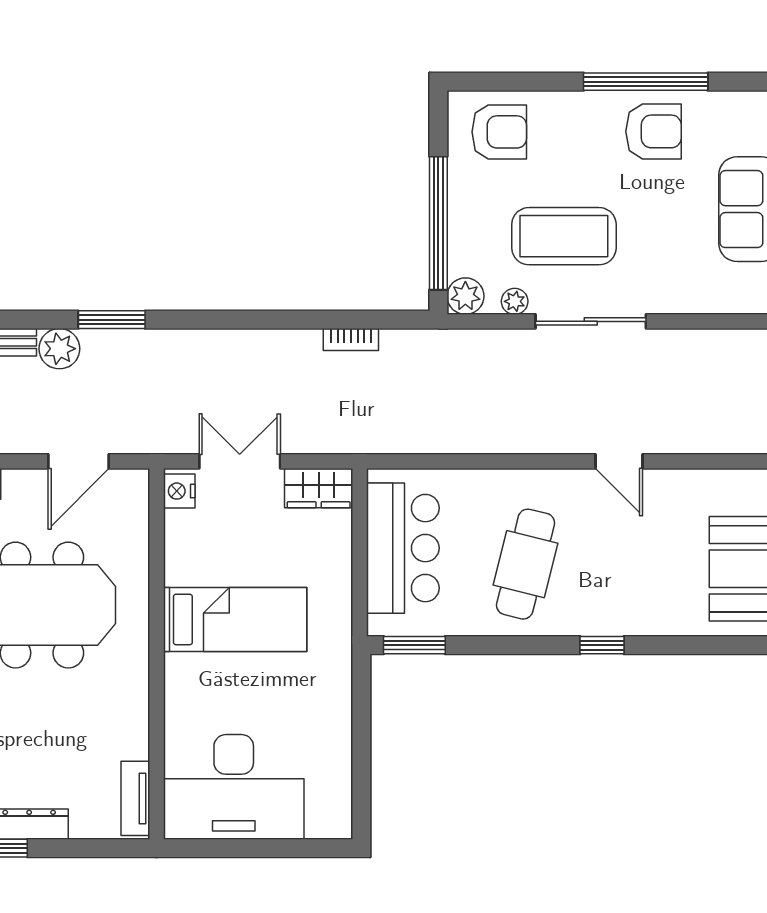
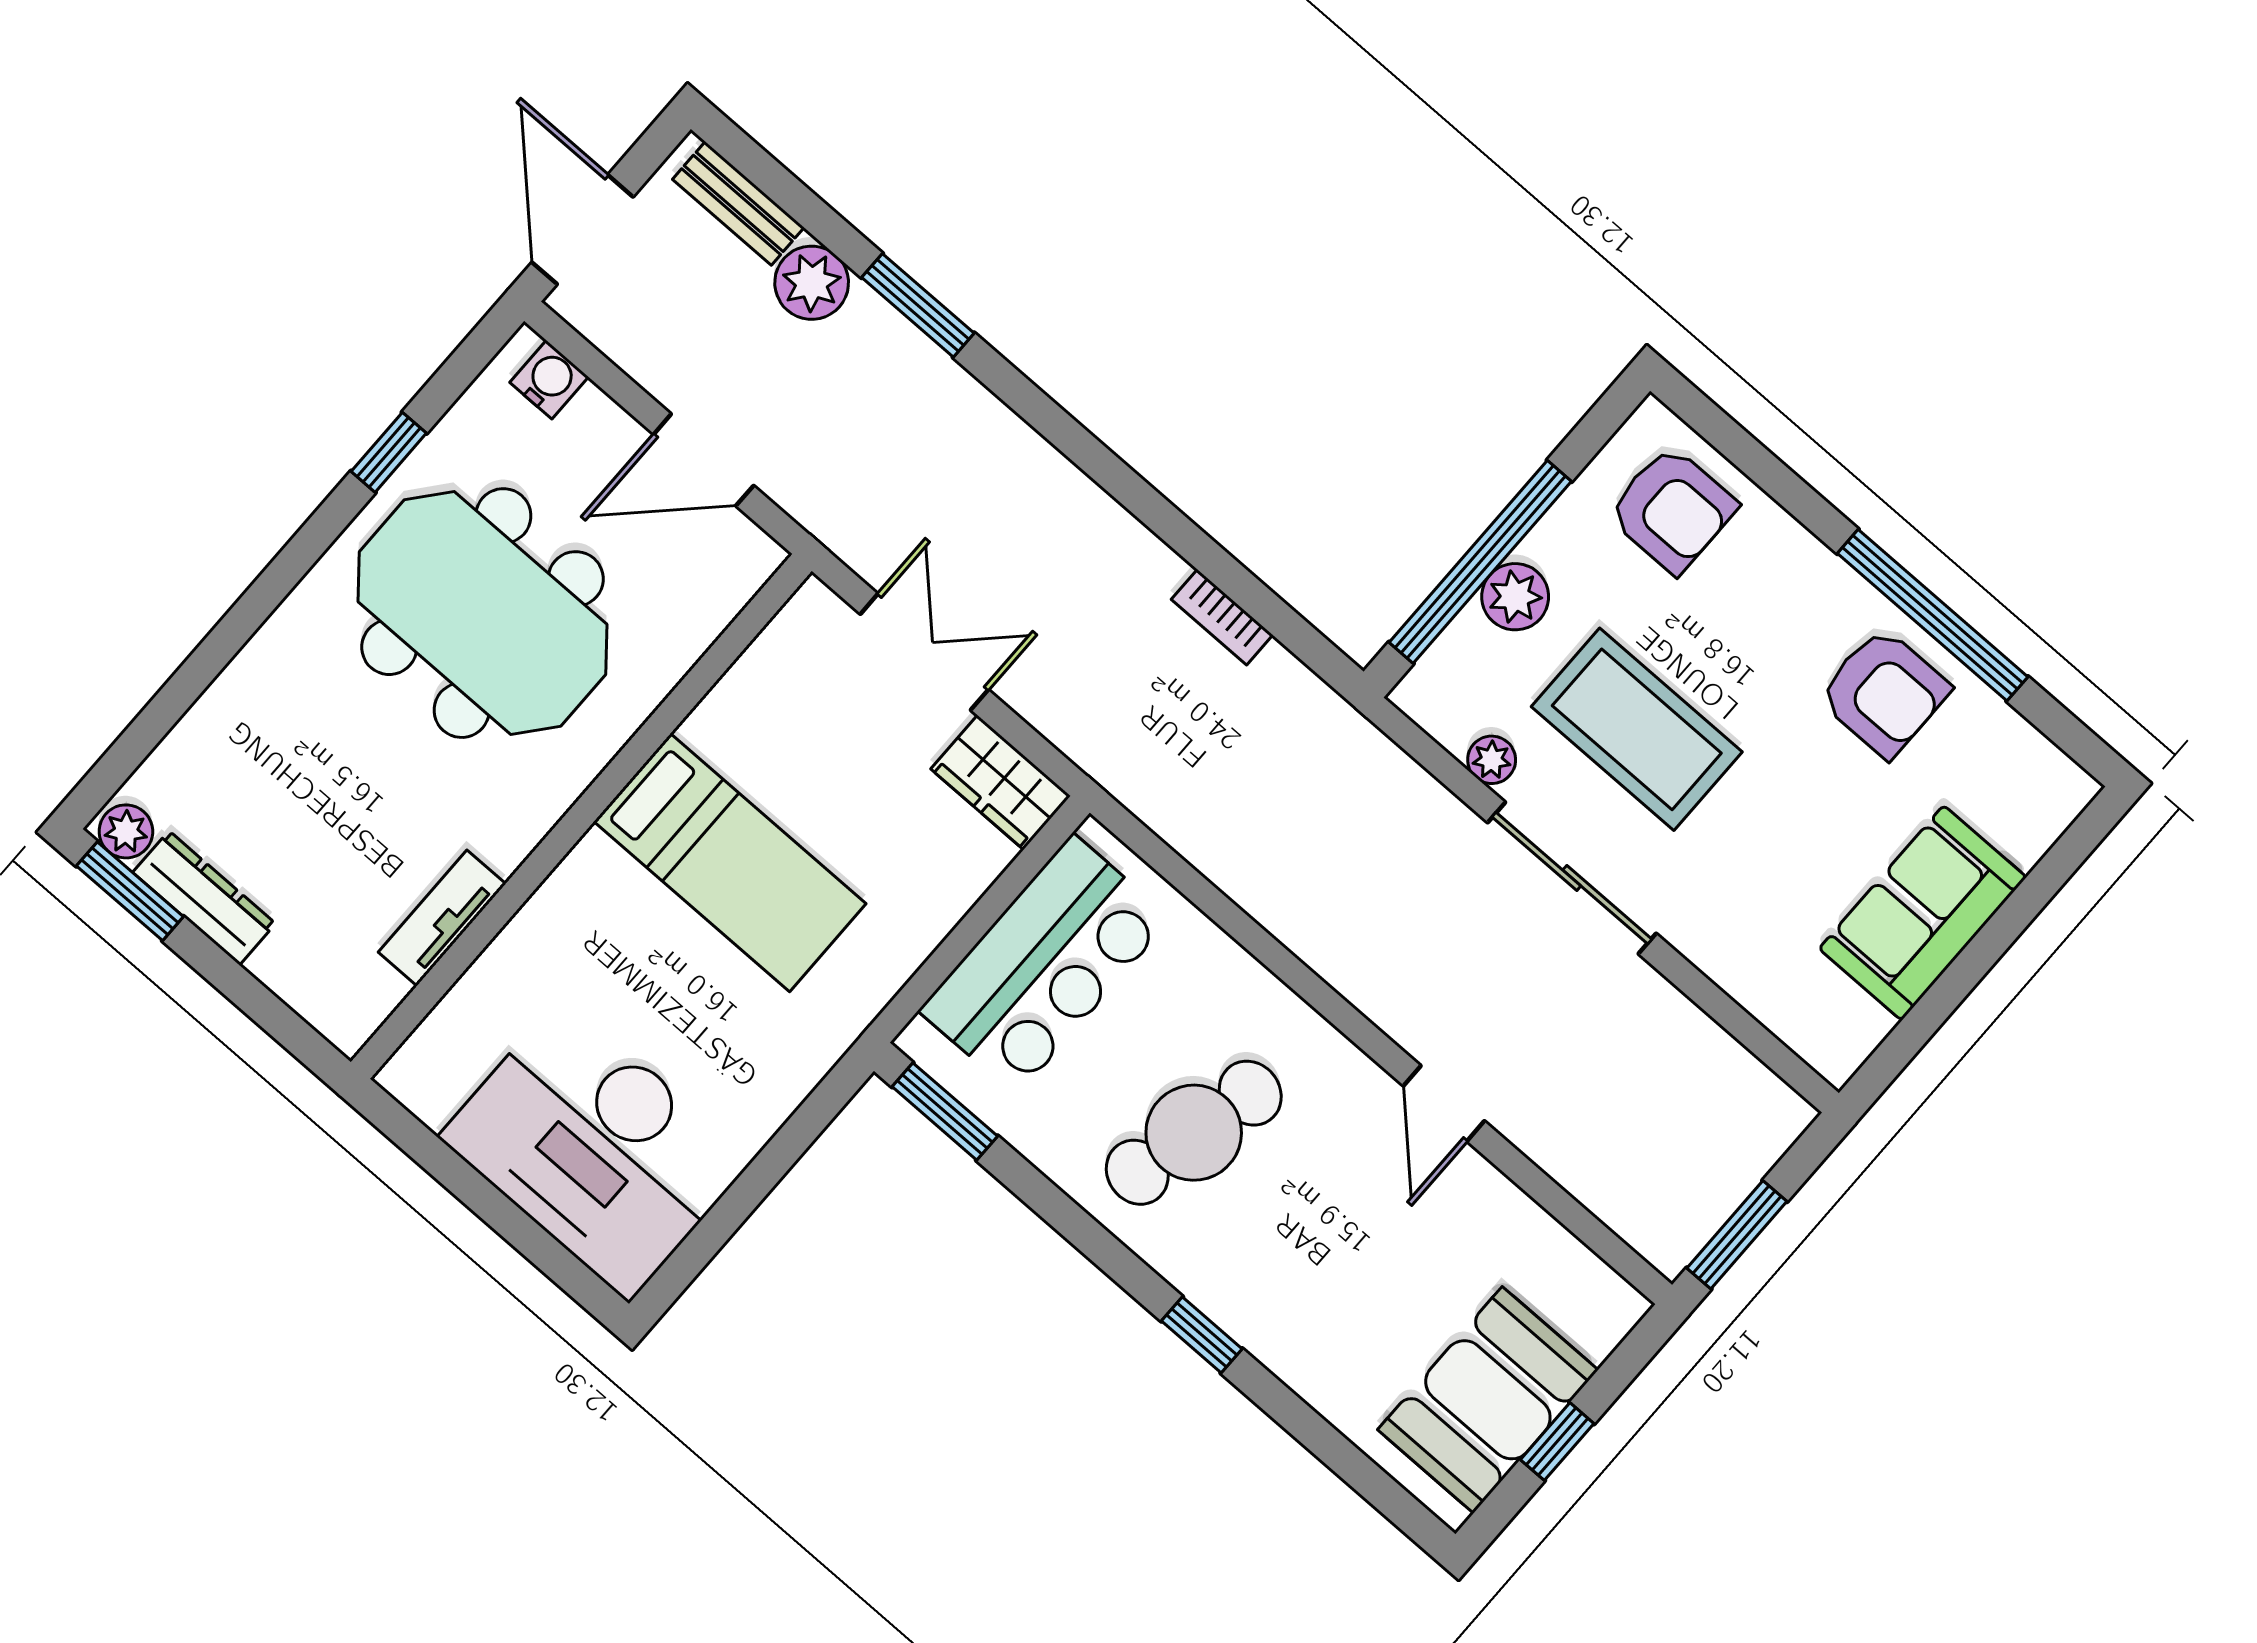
plant: (465, 296) -> (1515, 597), moved
nightstand: (179, 491) -> (806, 620), removed
desk: (234, 787) -> (595, 1149), moved
tv unit: (135, 798) -> (442, 918), moved

